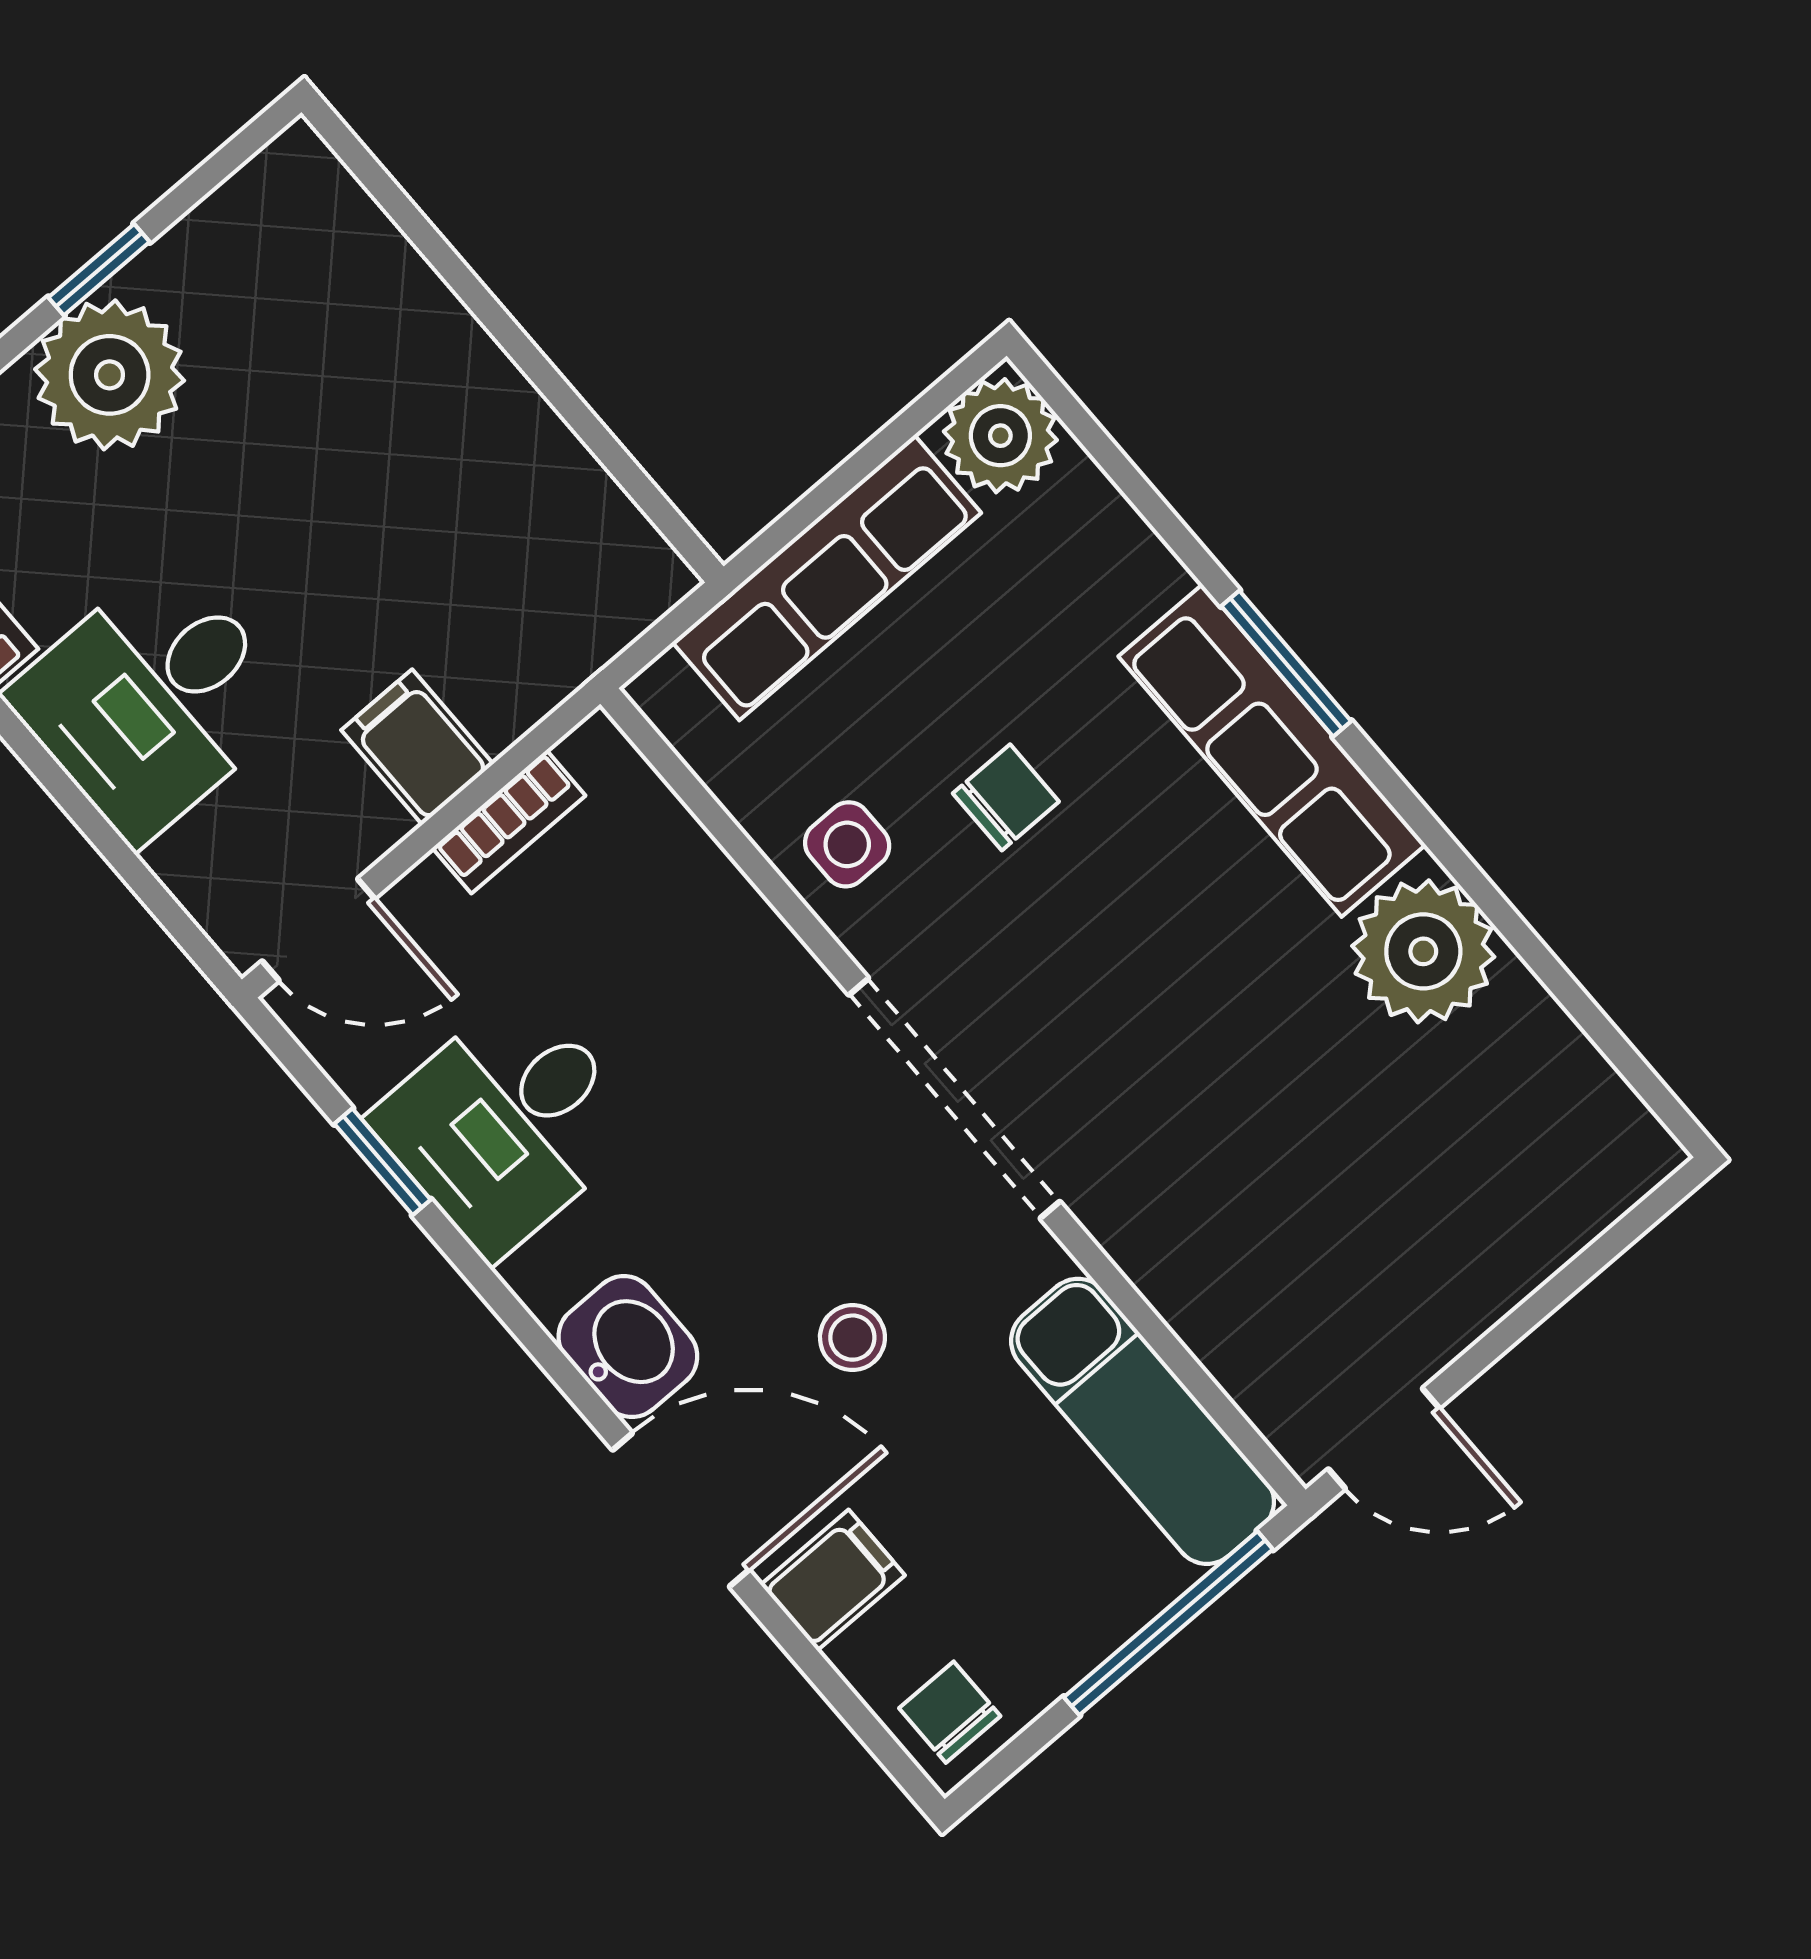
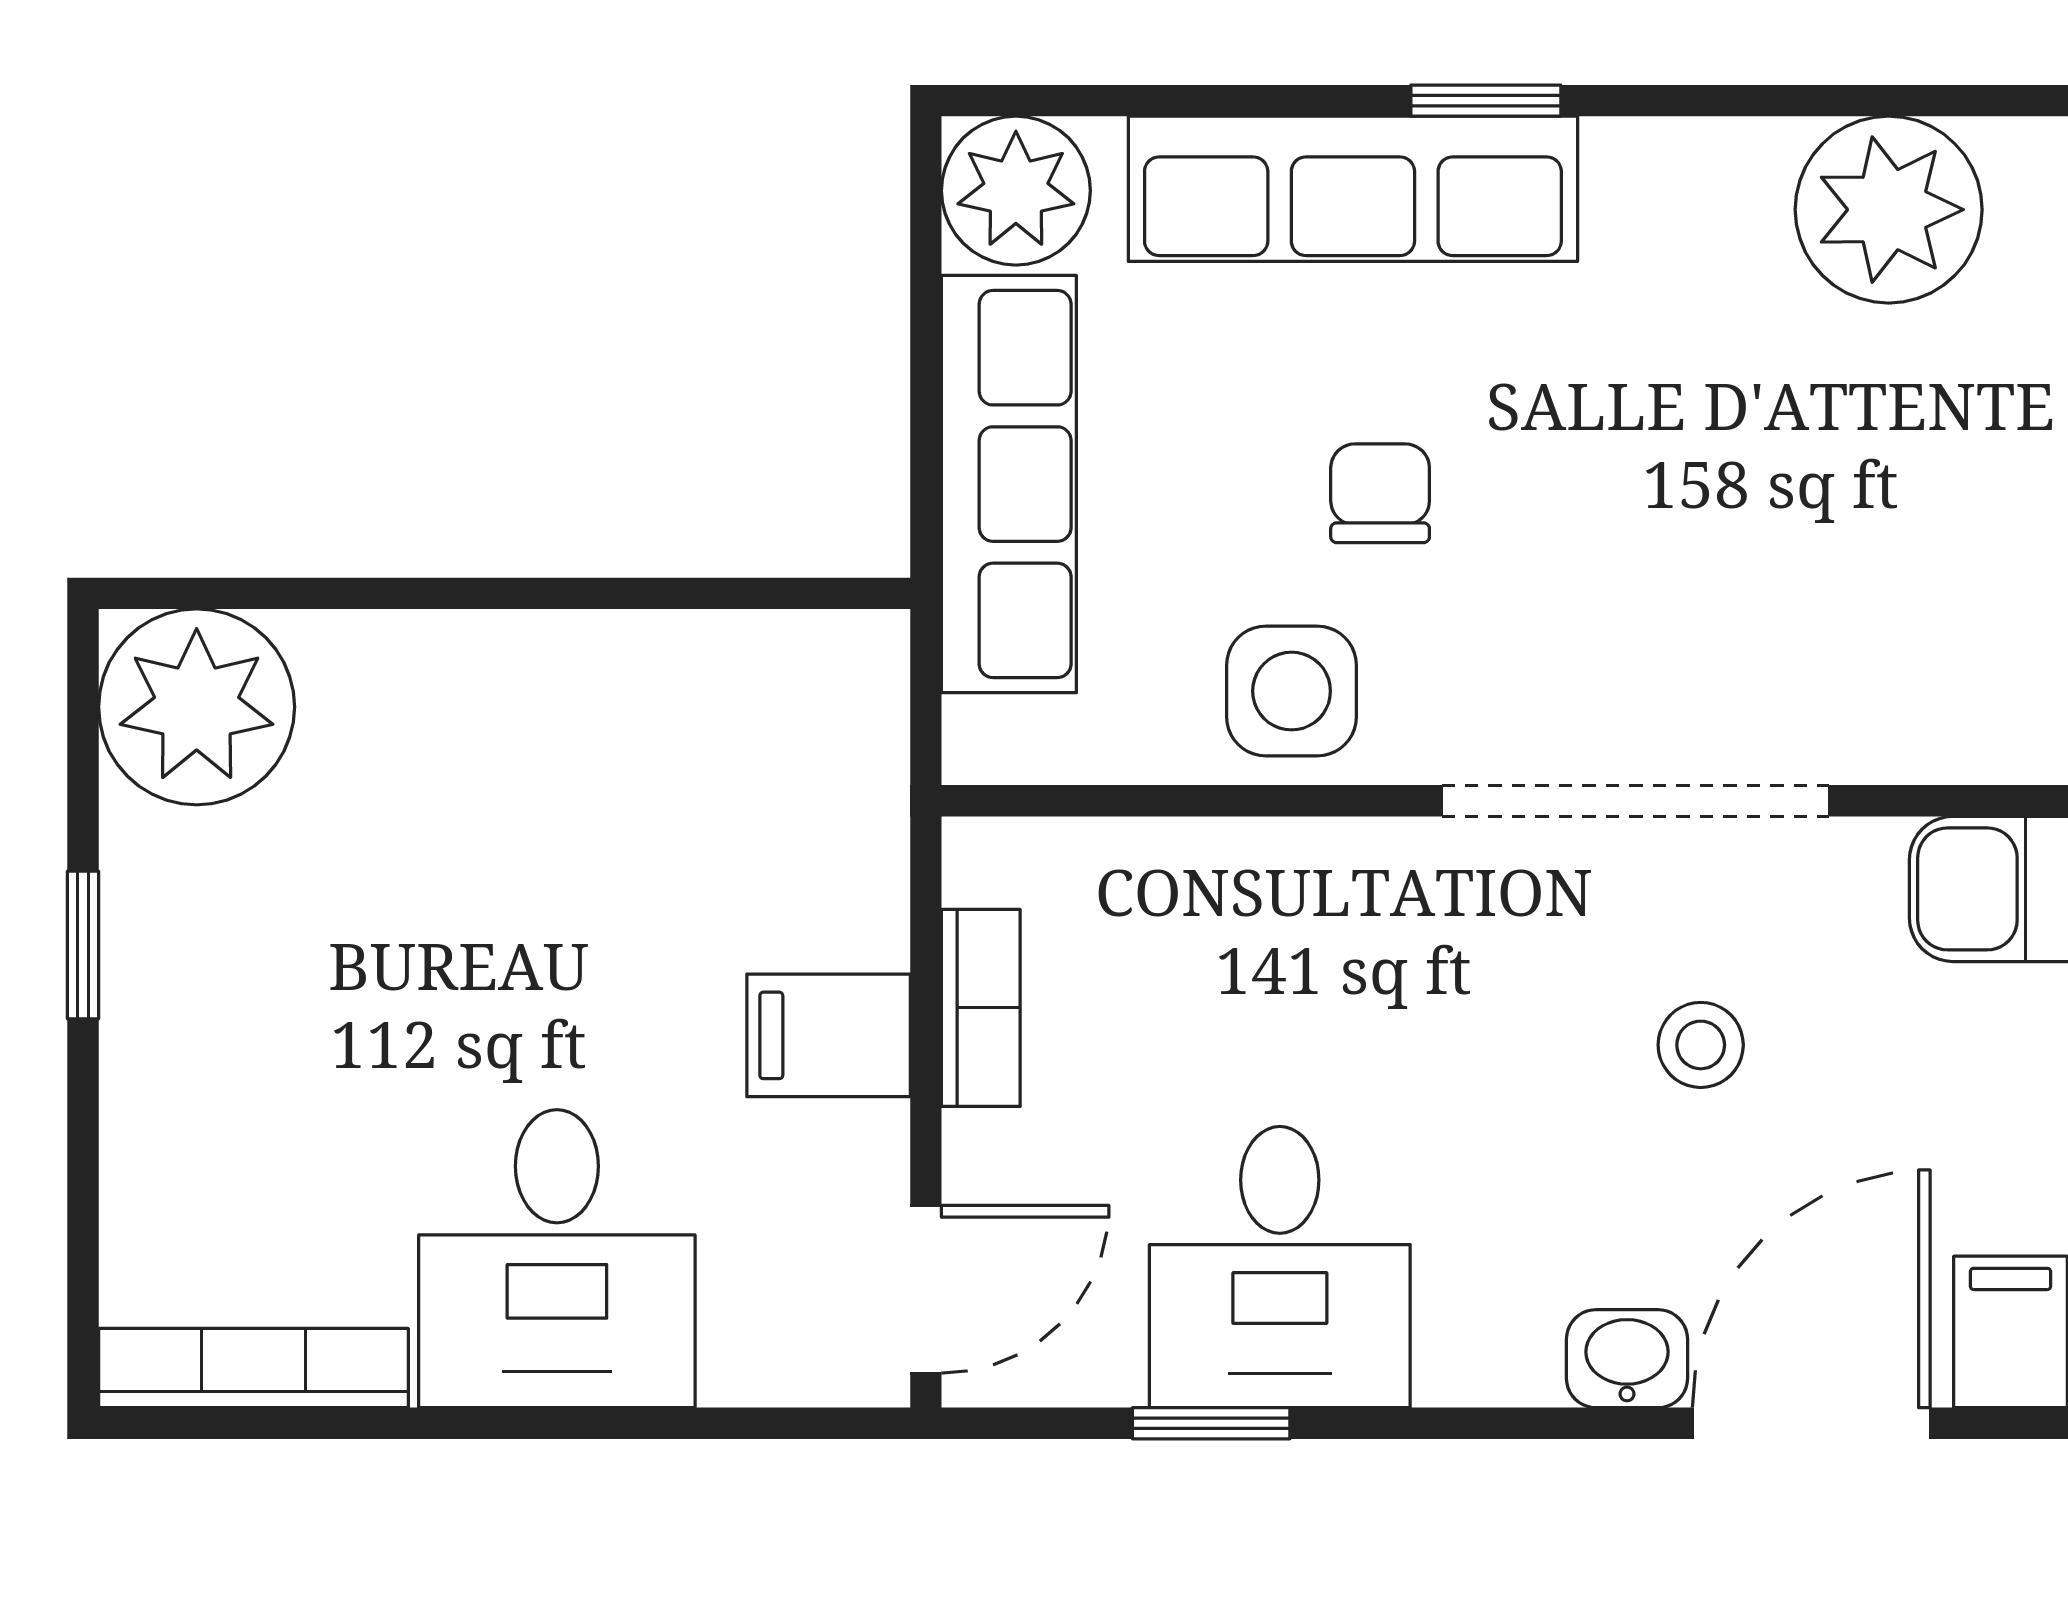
plant: (110, 375) -> (197, 707), moved
window: (1286, 664) -> (1486, 101), width x0.67
row of seats: (1272, 751) -> (1353, 189), moved
side table: (847, 844) -> (1292, 691), width x1.37, depth x1.37
stool: (852, 1338) -> (1701, 1045), moved
washbasin: (628, 1347) -> (1627, 1359), width x0.72, depth x0.69

